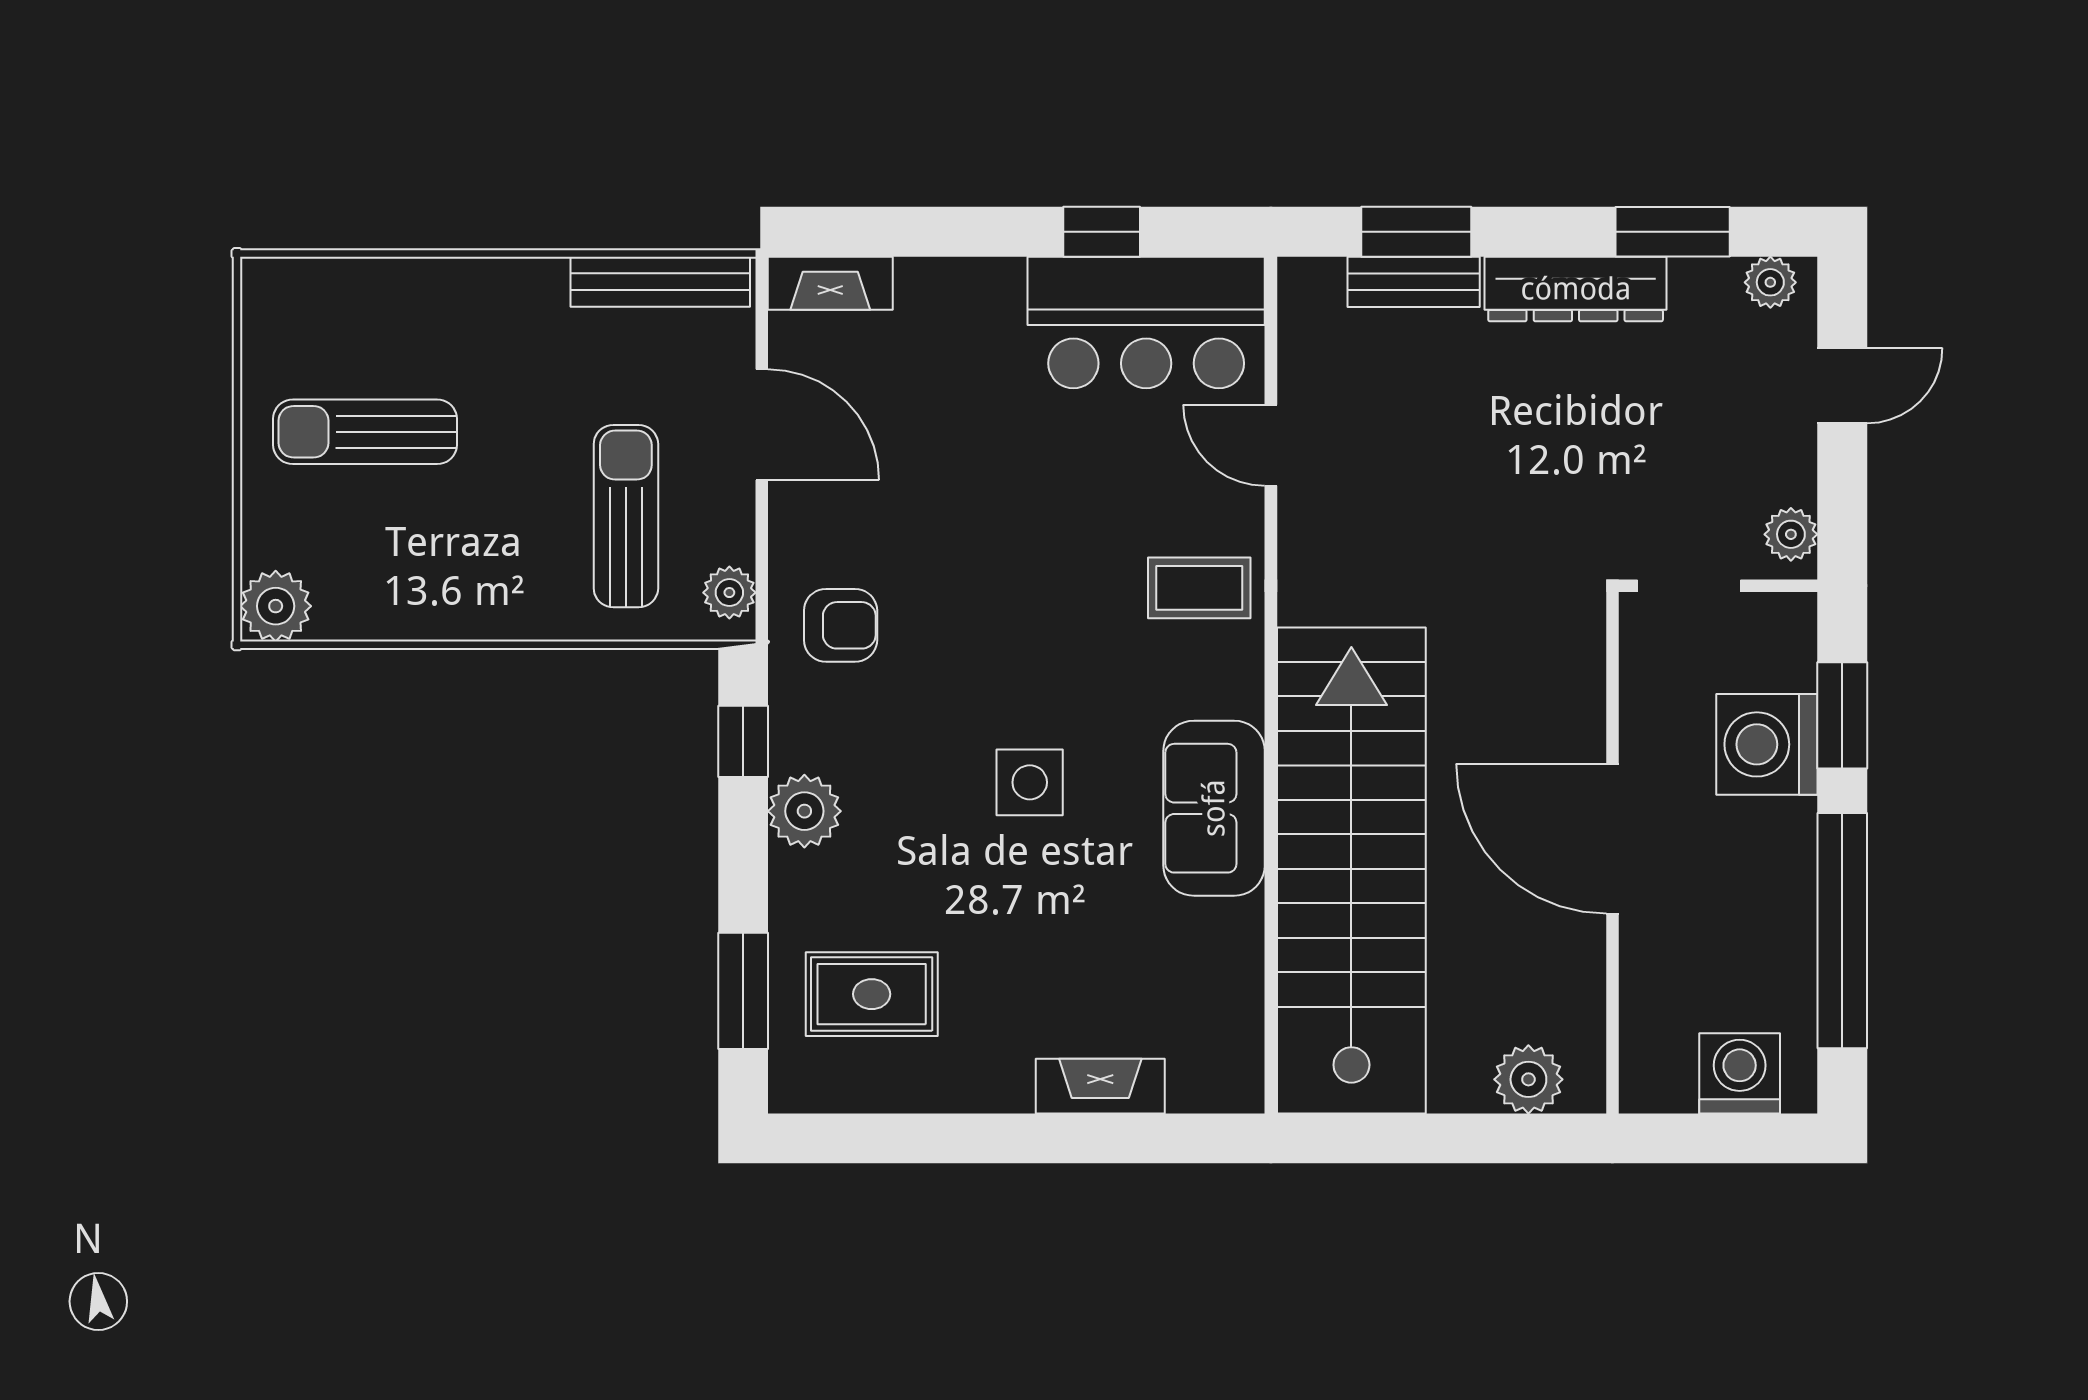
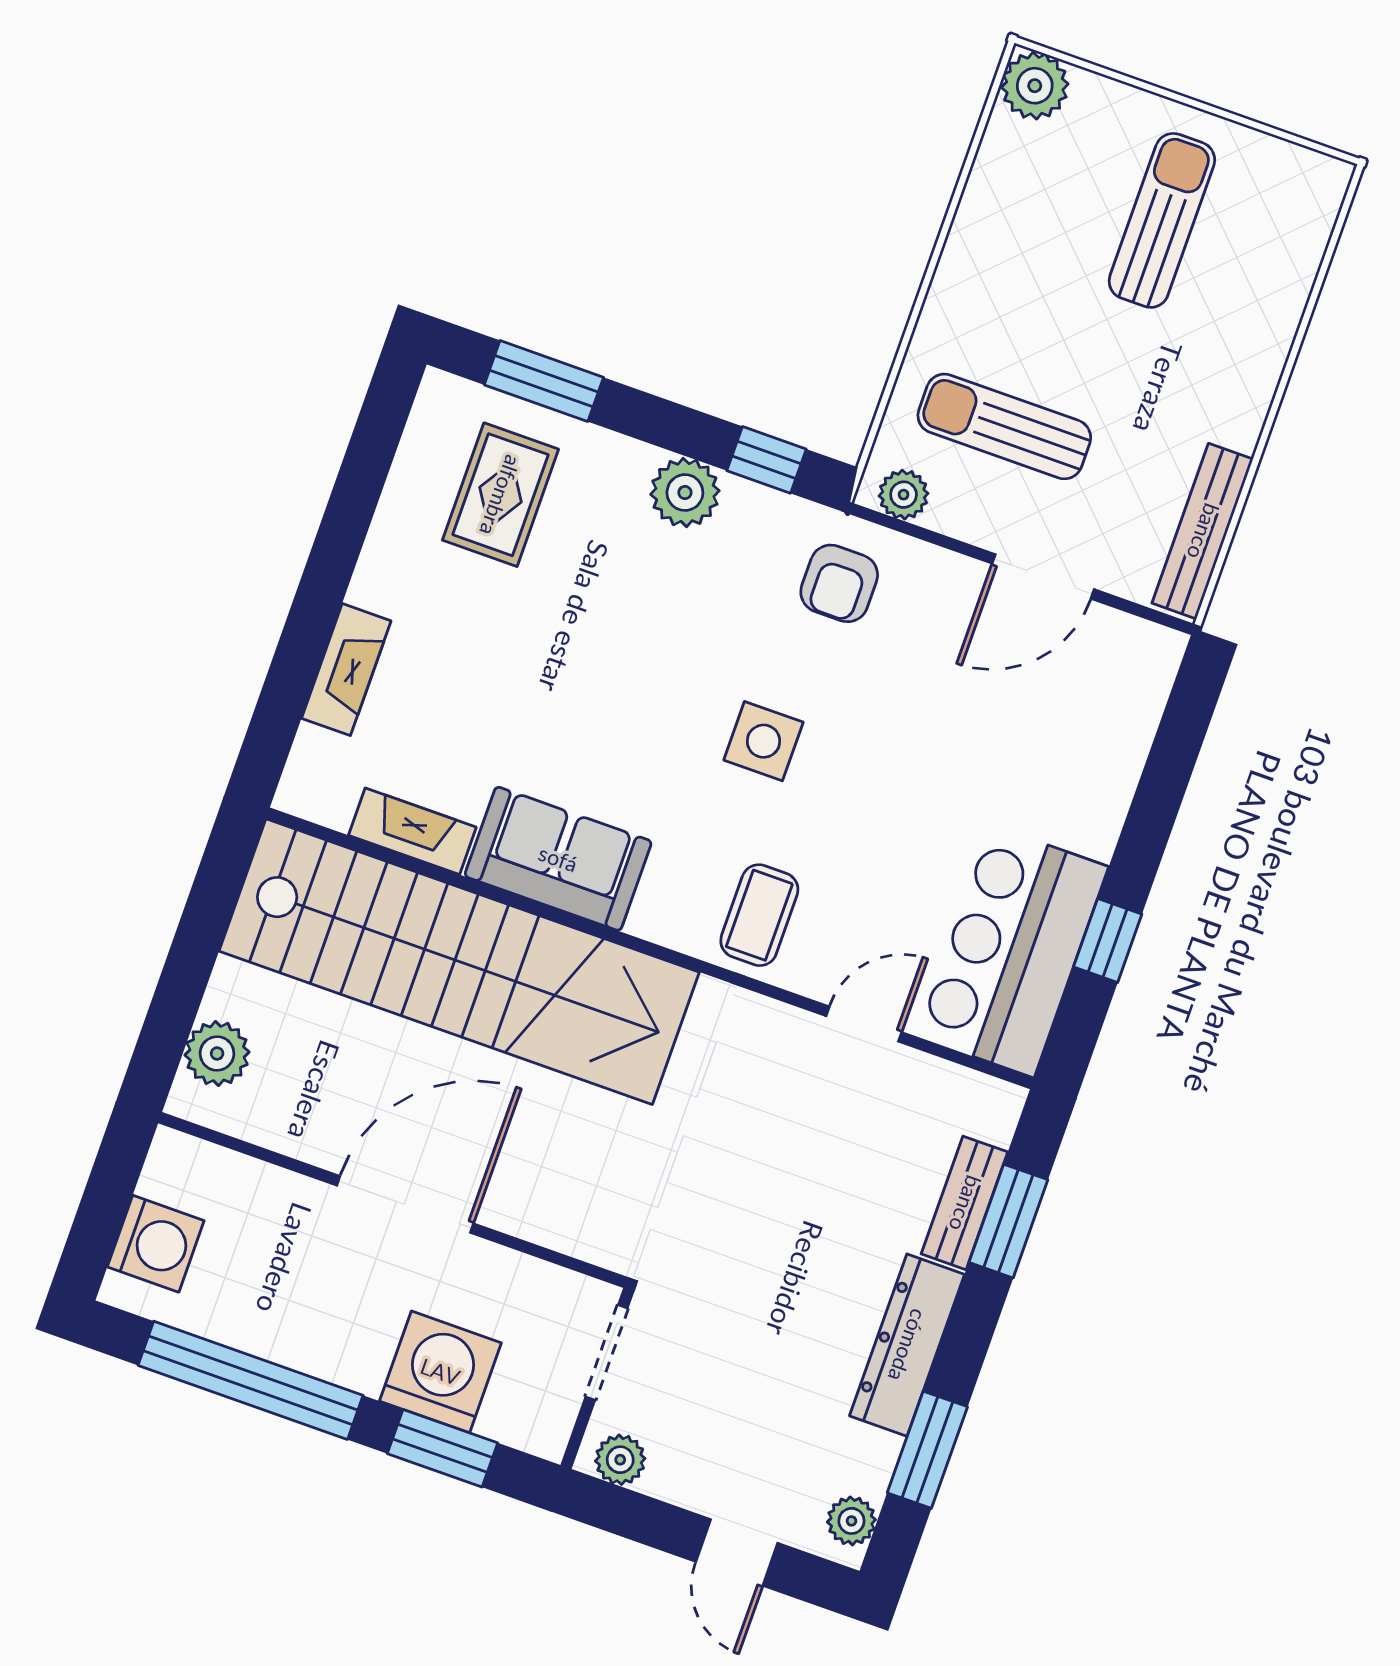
fireplace: (830, 283) -> (412, 831), moved, turned 90
sun lounger: (626, 516) -> (1004, 426), turned 180
side table: (1030, 782) -> (763, 741), moved

